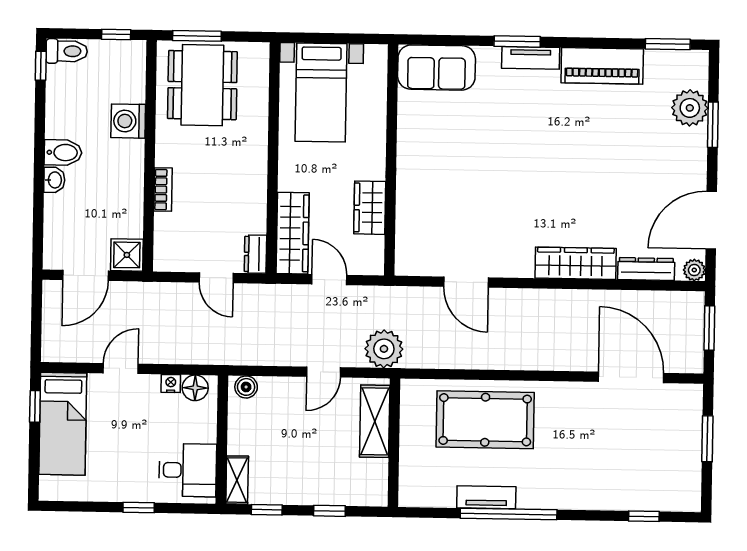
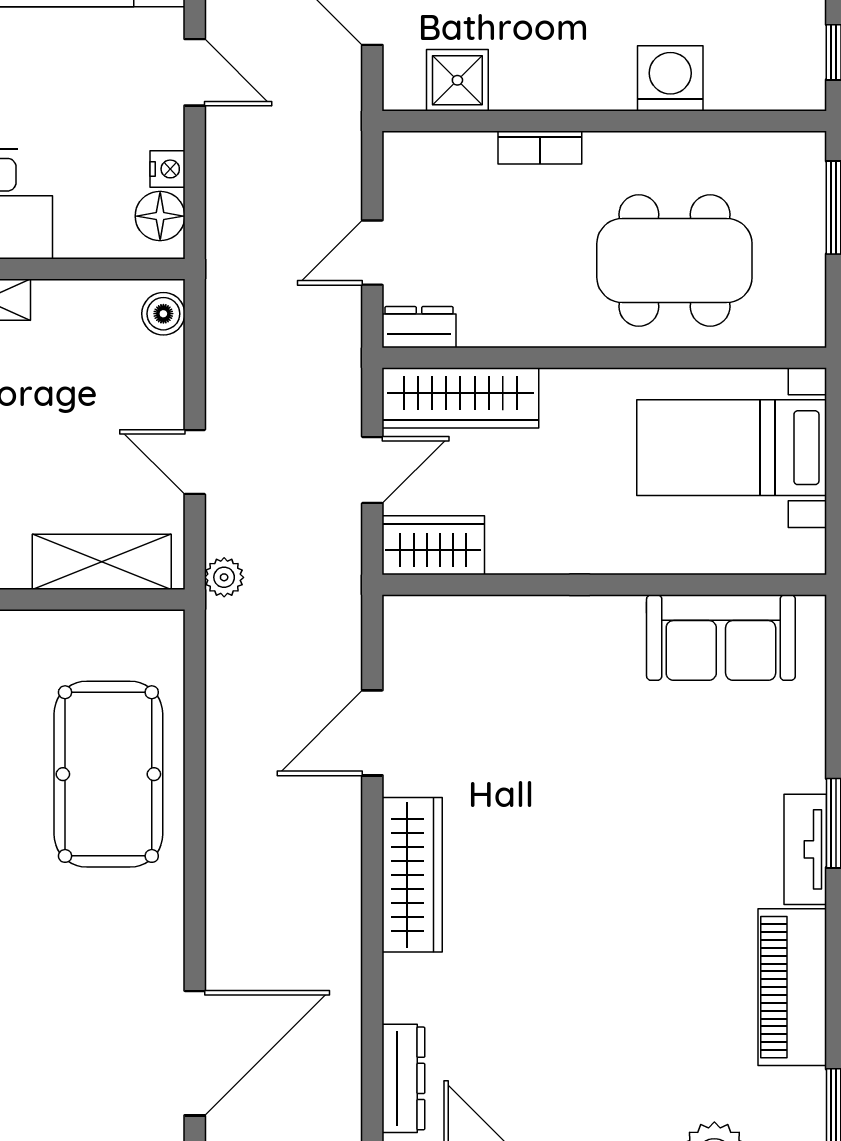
sofa: (437, 68) -> (721, 638), moved, turned -90
dining table: (202, 85) -> (674, 260), moved
wardrobe: (370, 208) -> (433, 545), moved
shower: (127, 255) -> (457, 80), moved
wardrobe: (576, 263) -> (412, 875), moved
plant: (384, 349) -> (224, 577), width x0.53, depth x0.53

